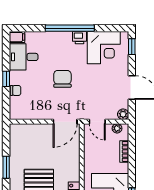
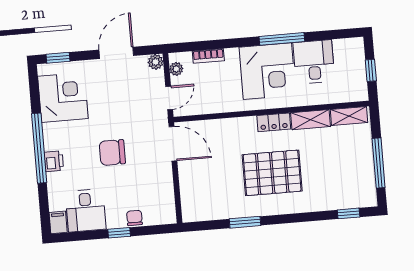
printer: (80, 38) -> (54, 161), moved

